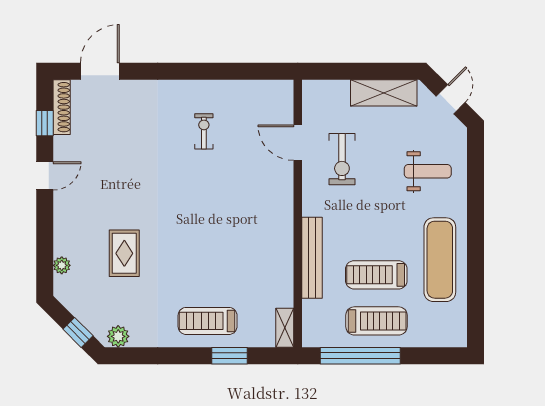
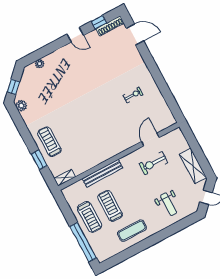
rug: (124, 253) -> (60, 89), removed
exercise mat: (440, 260) -> (132, 231), width x0.73, depth x0.69
window: (360, 356) -> (83, 242), moved

